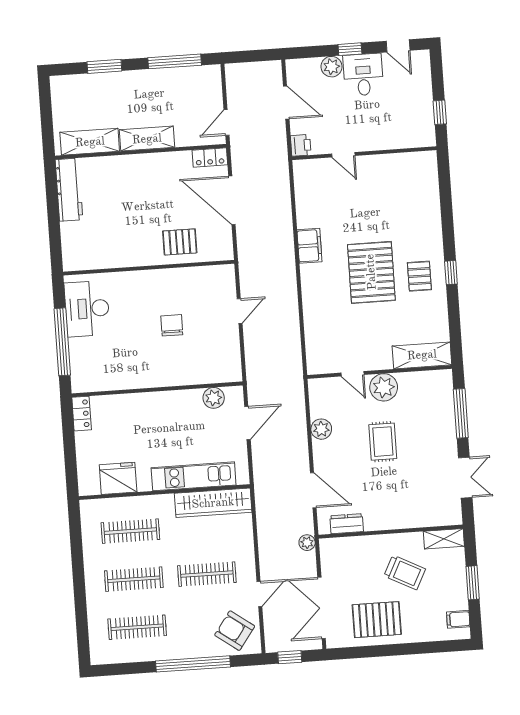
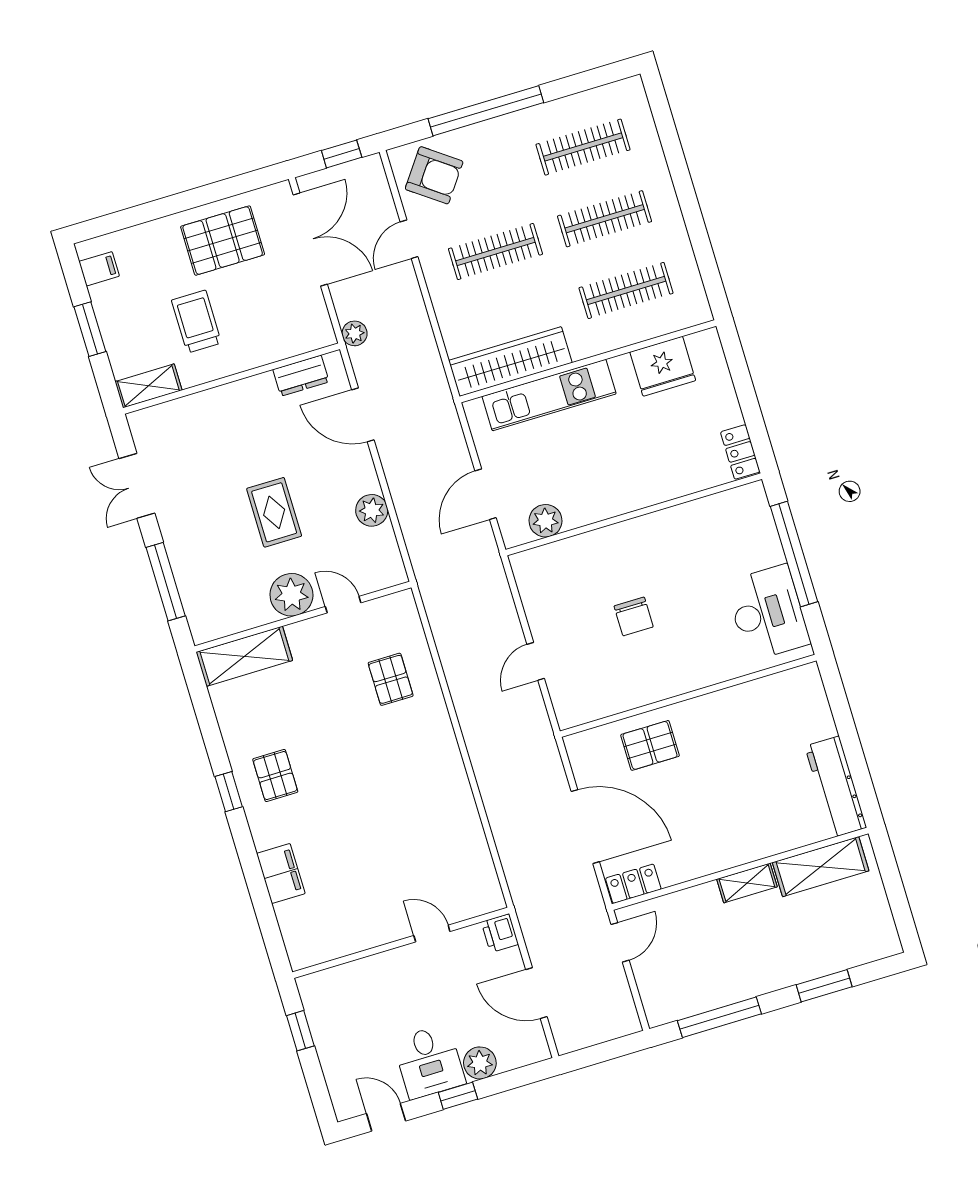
shelving: (147, 139) -> (747, 883), width x0.67, depth x0.75
filing cabinet: (309, 246) -> (281, 873), moved, turned 180
pallet: (371, 272) -> (391, 679), moved, width x0.49, depth x0.50
trolley: (405, 572) -> (196, 322), turned 63

